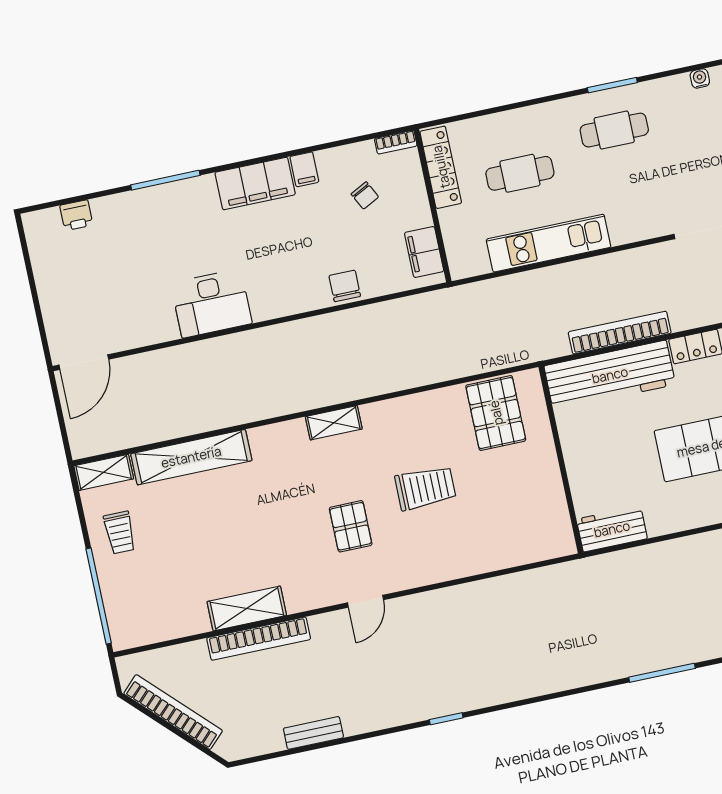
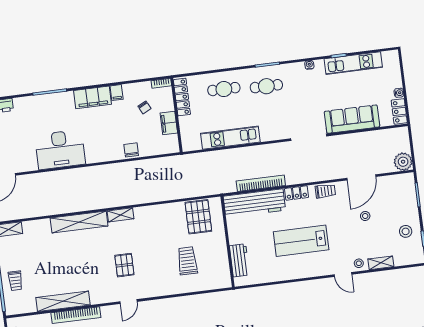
cafe table: (520, 173) -> (224, 89), moved
filing cabinet: (424, 252) -> (169, 123), moved
desk: (211, 303) -> (60, 150), width x1.36, depth x1.30
shelving: (191, 457) -> (79, 222), moved
trolley: (425, 488) -> (187, 261), moved, turned -90
workbench: (612, 529) -> (239, 260), moved, turned 90
trolley: (120, 533) -> (15, 281), moved
shelving: (247, 608) -> (63, 301), width x1.47

